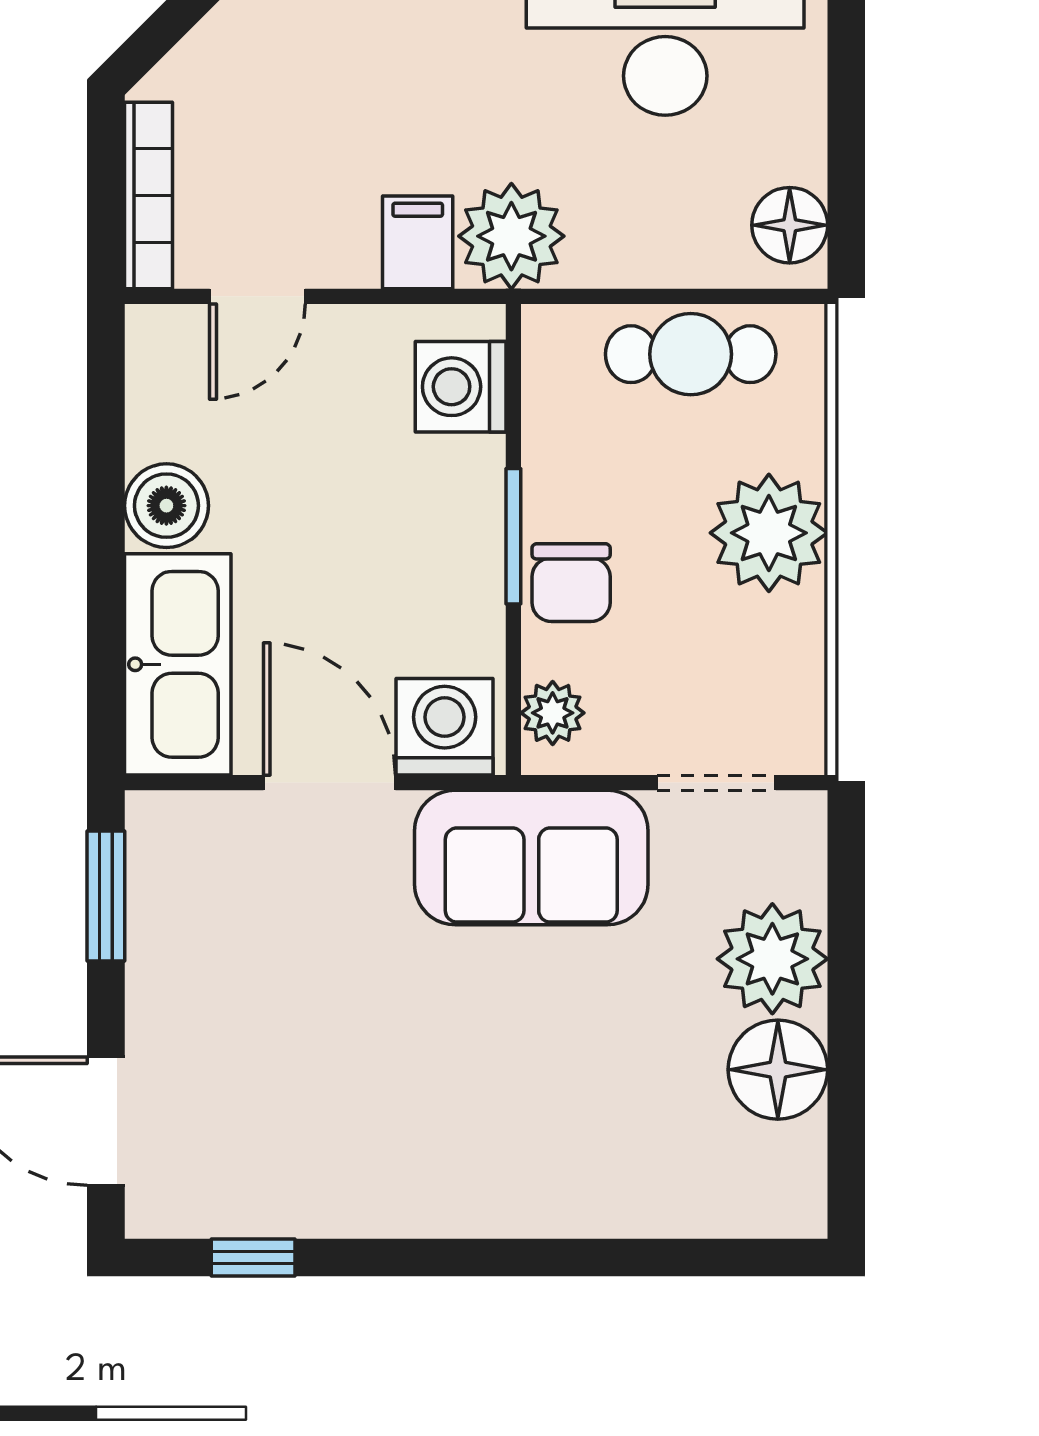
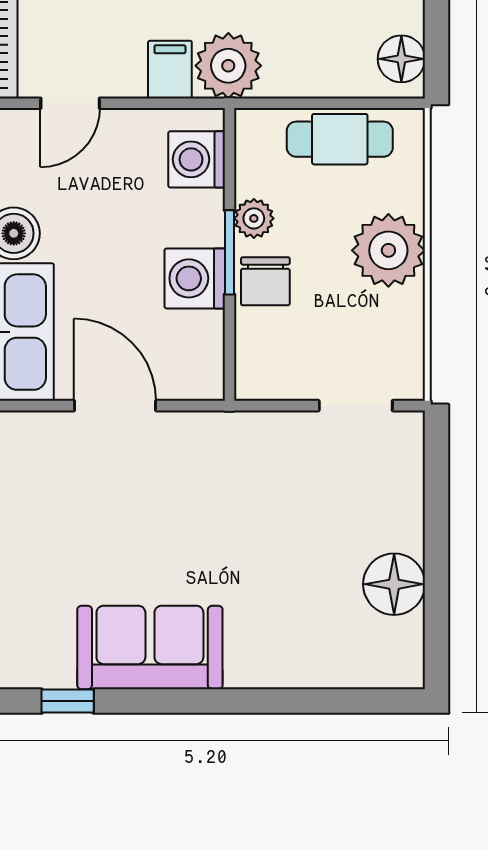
plant: (553, 713) -> (254, 218), moved
washing machine: (445, 727) -> (195, 278), moved, turned -90
sofa: (531, 857) -> (150, 648), moved, turned 180
plant: (772, 959) -> (391, 515), removed

